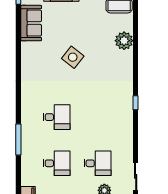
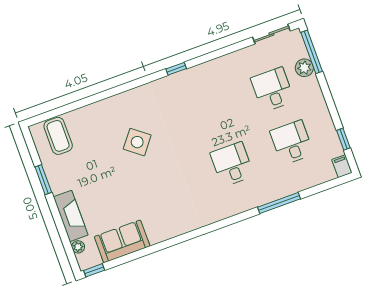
plant: (124, 41) -> (101, 113), removed
side table: (73, 57) -> (137, 142), moved

